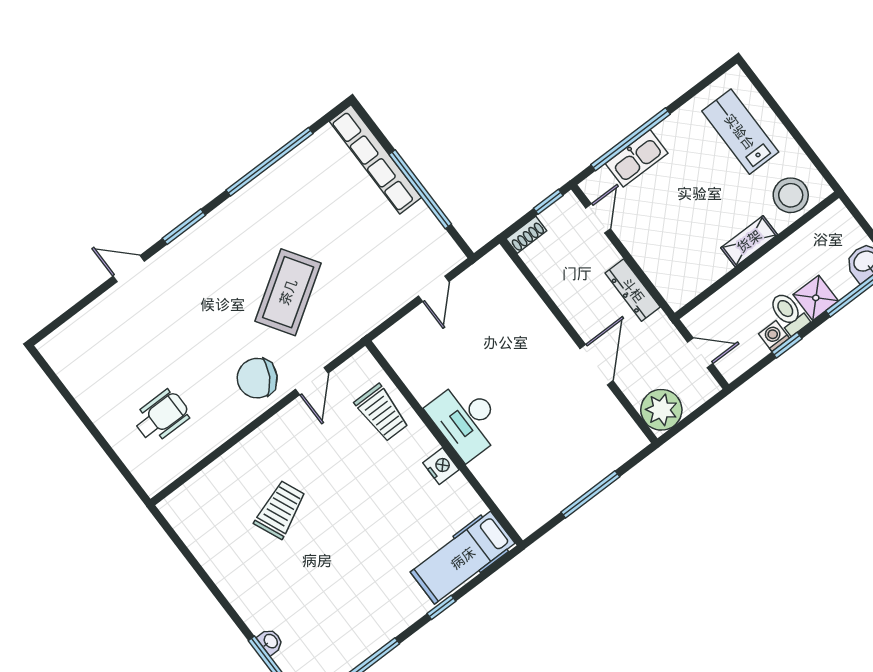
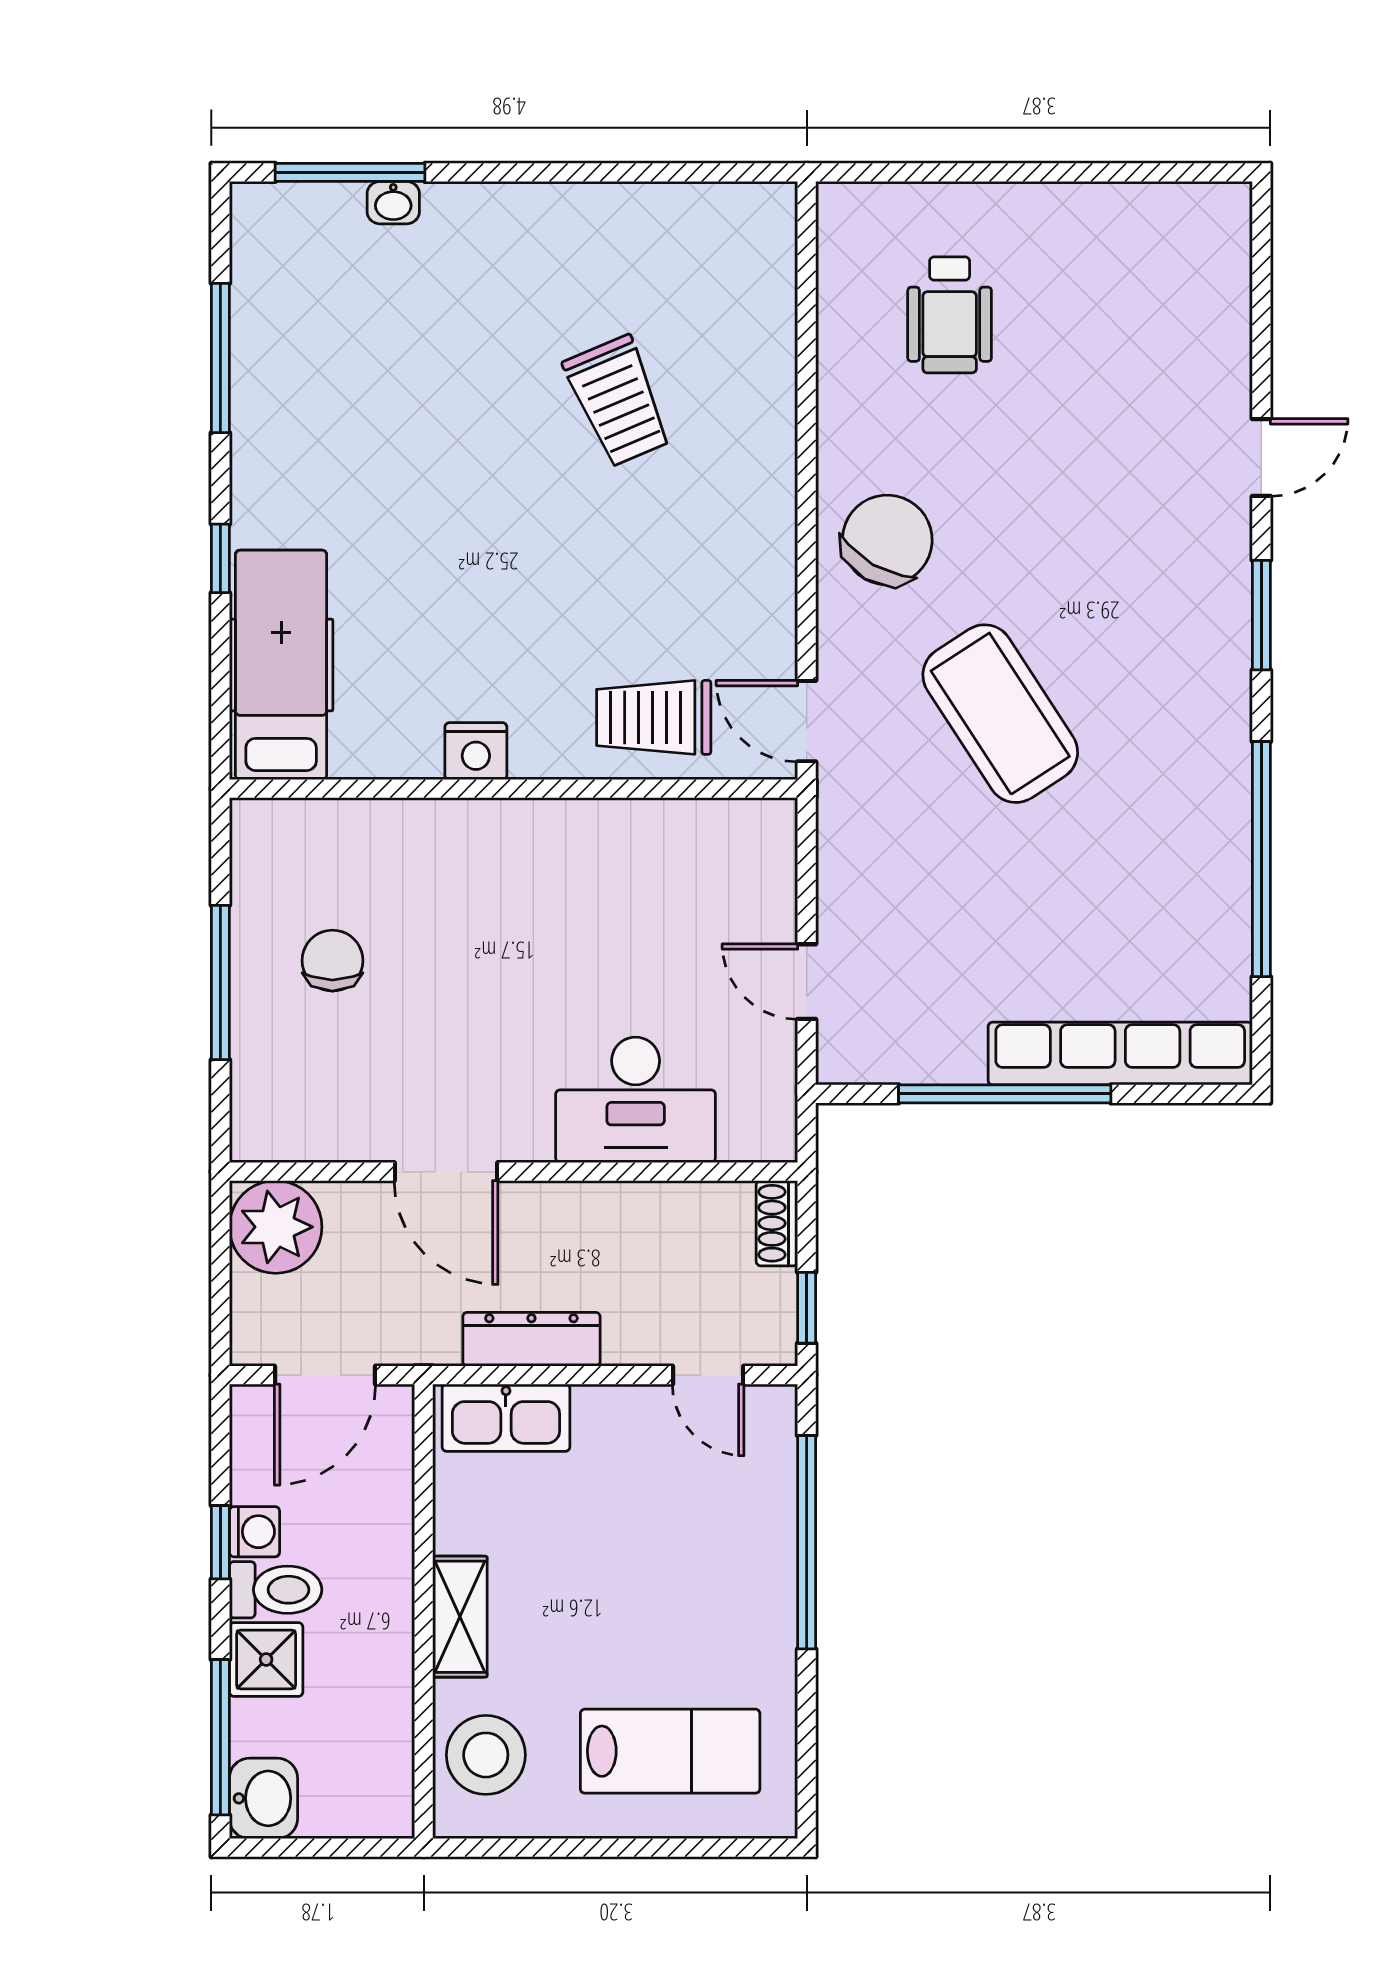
kitchen sink: (637, 158) -> (506, 1418), moved, turned -90
door: (700, 353) -> (325, 1375), width x1.38
door: (312, 381) -> (807, 721), moved
desk: (466, 420) -> (636, 1100), moved, turned 180
chair: (553, 461) -> (332, 961), added

